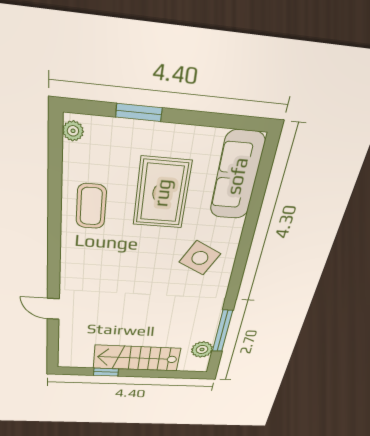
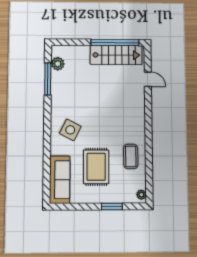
door: (53, 309) -> (148, 79), moved
stairs: (137, 358) -> (116, 55), moved
window: (106, 372) -> (115, 43), width x3.17

